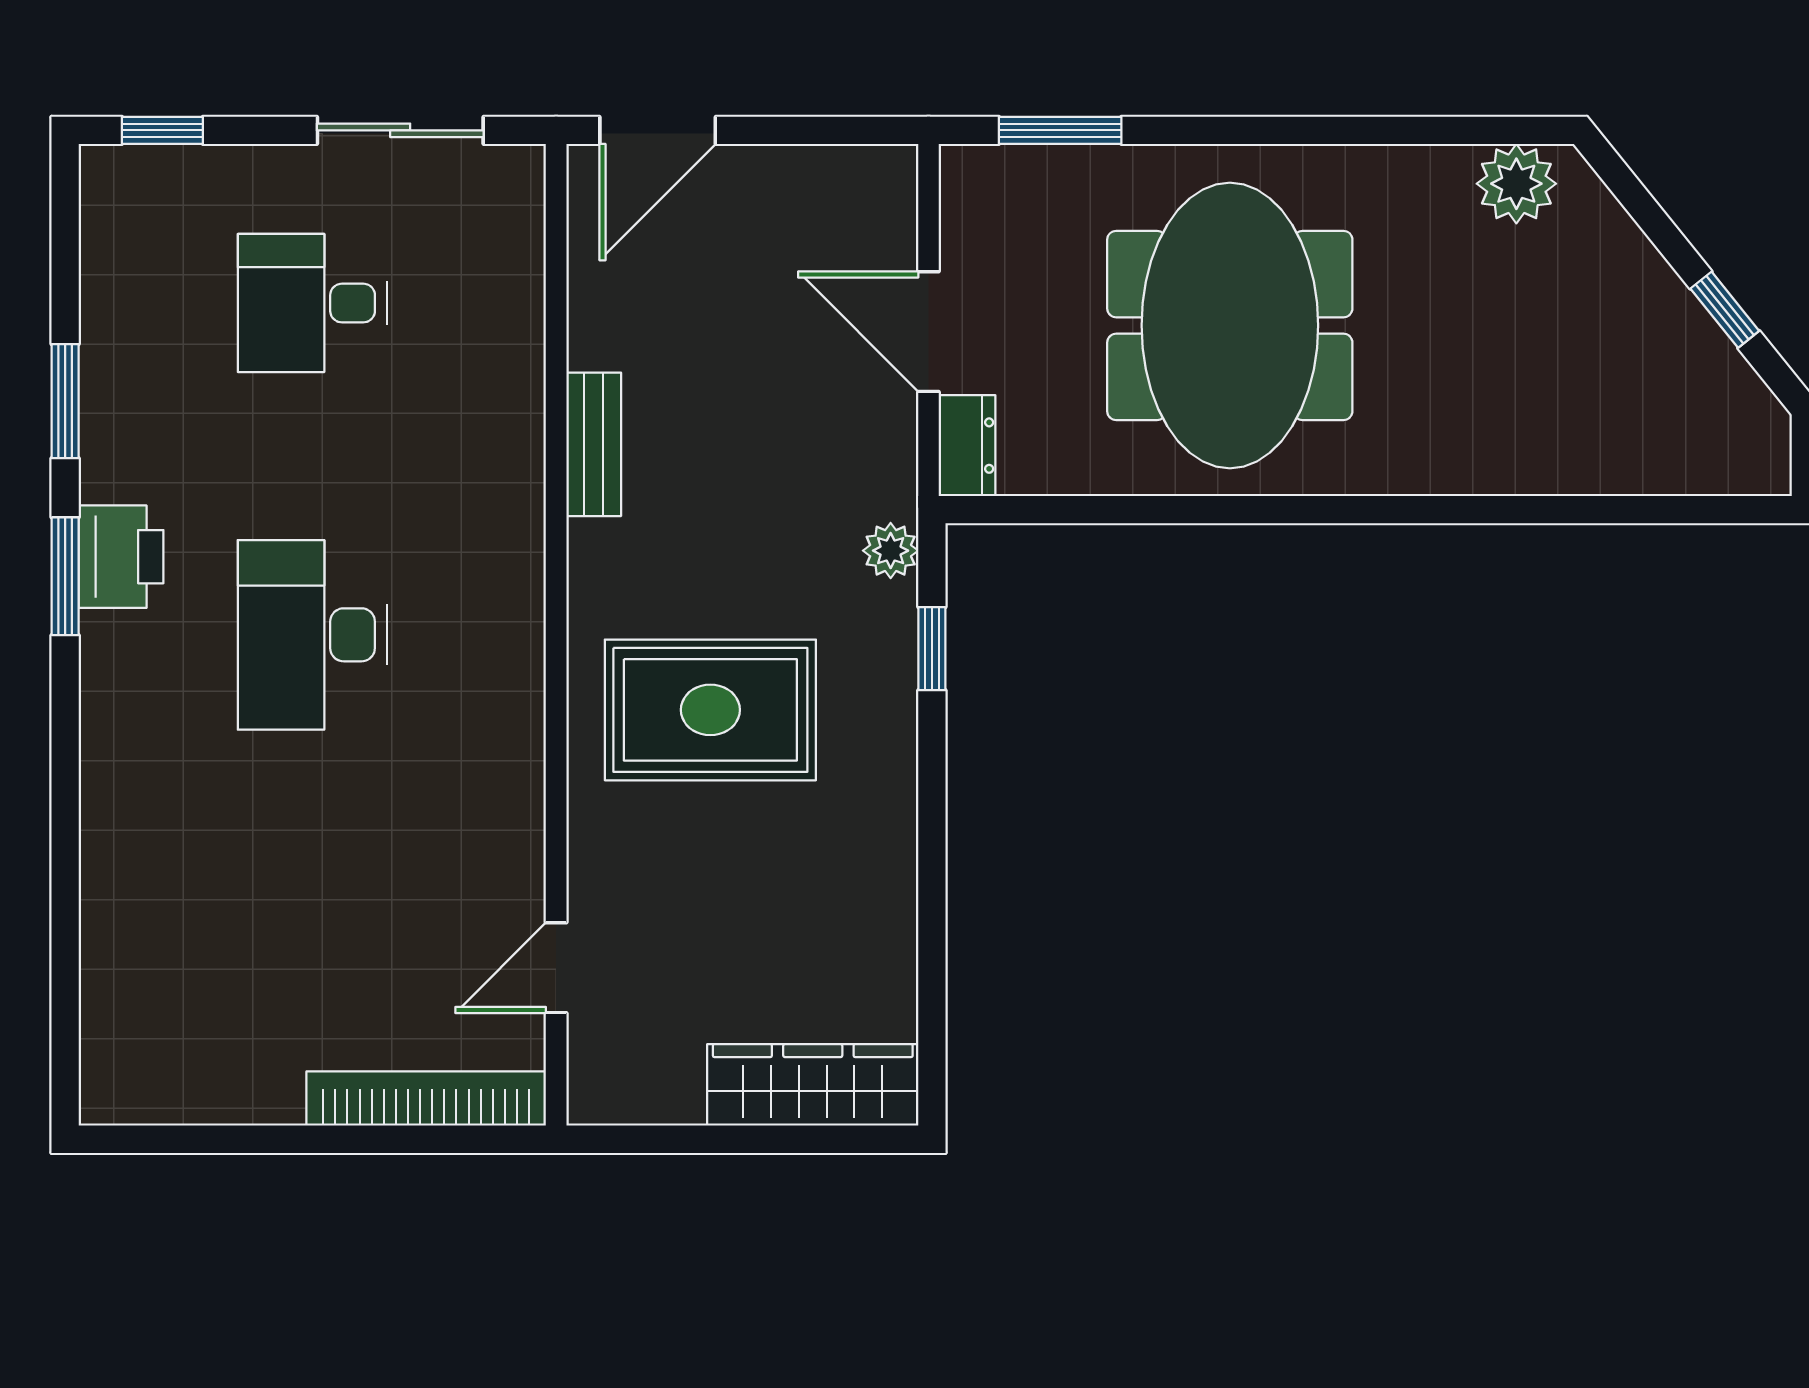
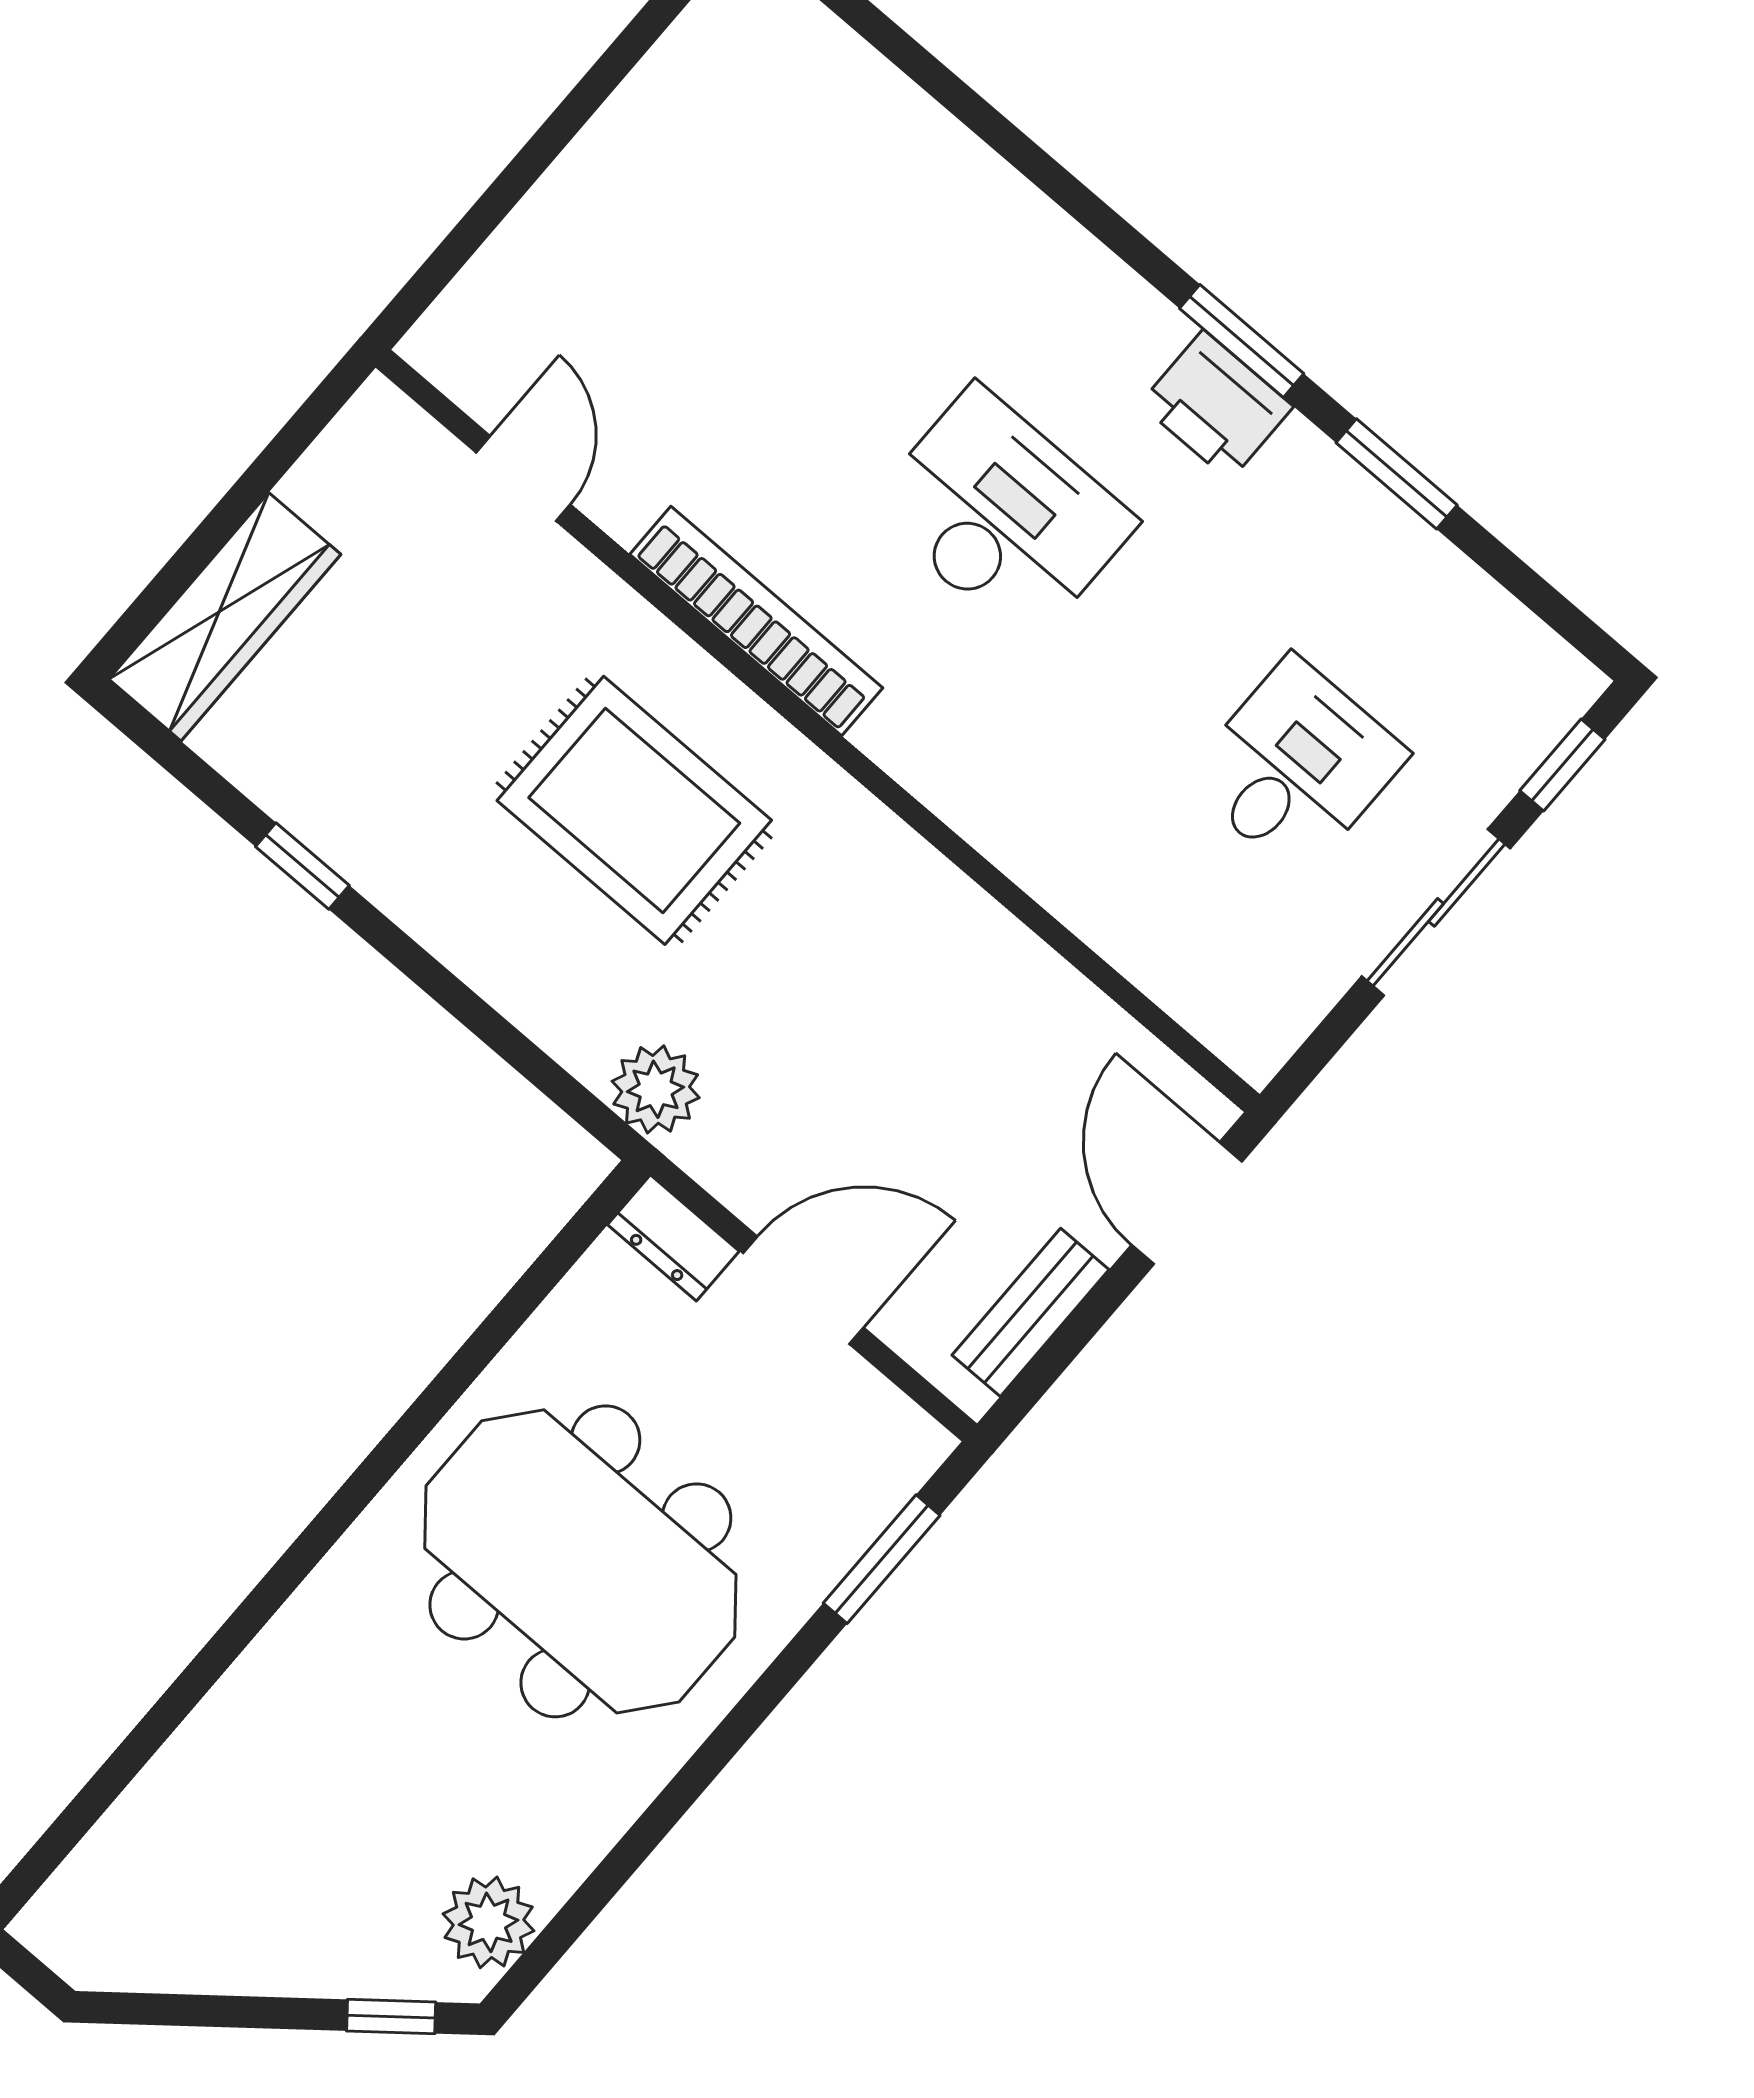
sliding door: (400, 130) -> (1436, 912), moved
window: (1725, 310) -> (391, 2016), moved
bench: (594, 444) -> (1030, 1312), moved, turned 90
plant: (891, 551) -> (656, 1089), width x1.38, depth x1.38
window: (932, 649) -> (302, 866), moved
rug: (710, 710) -> (634, 810), turned 90
bookcase: (426, 1099) -> (756, 621), moved, turned -90

